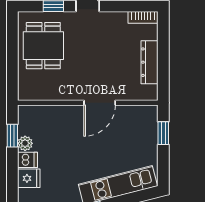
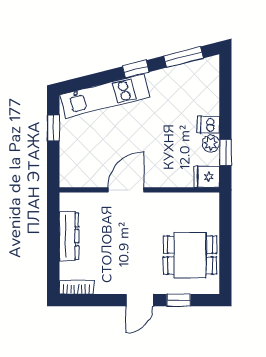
dining table: (43, 46) -> (190, 255), turned 90
window: (163, 133) -> (53, 128), moved
fridge: (29, 178) -> (207, 177), moved

